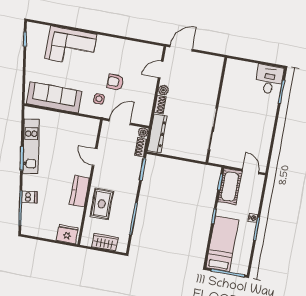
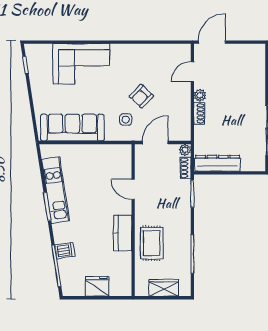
armchair: (115, 82) -> (141, 96), turned -46
dresser: (157, 133) -> (218, 163), moved, turned -90
fridge: (67, 234) -> (97, 286), moved

